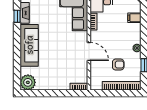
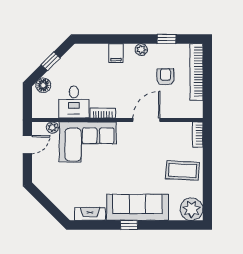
window: (17, 16) -> (129, 225), moved
filing cabinet: (134, 18) -> (116, 53), moved
coffee table: (54, 76) -> (182, 170), added

